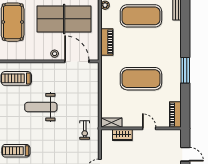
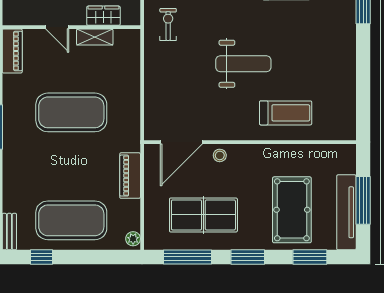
table tennis table: (64, 19) -> (203, 215), width x0.73, depth x0.76
door: (77, 61) -> (181, 142), hinge flipped
shelving: (111, 123) -> (95, 37), moved

